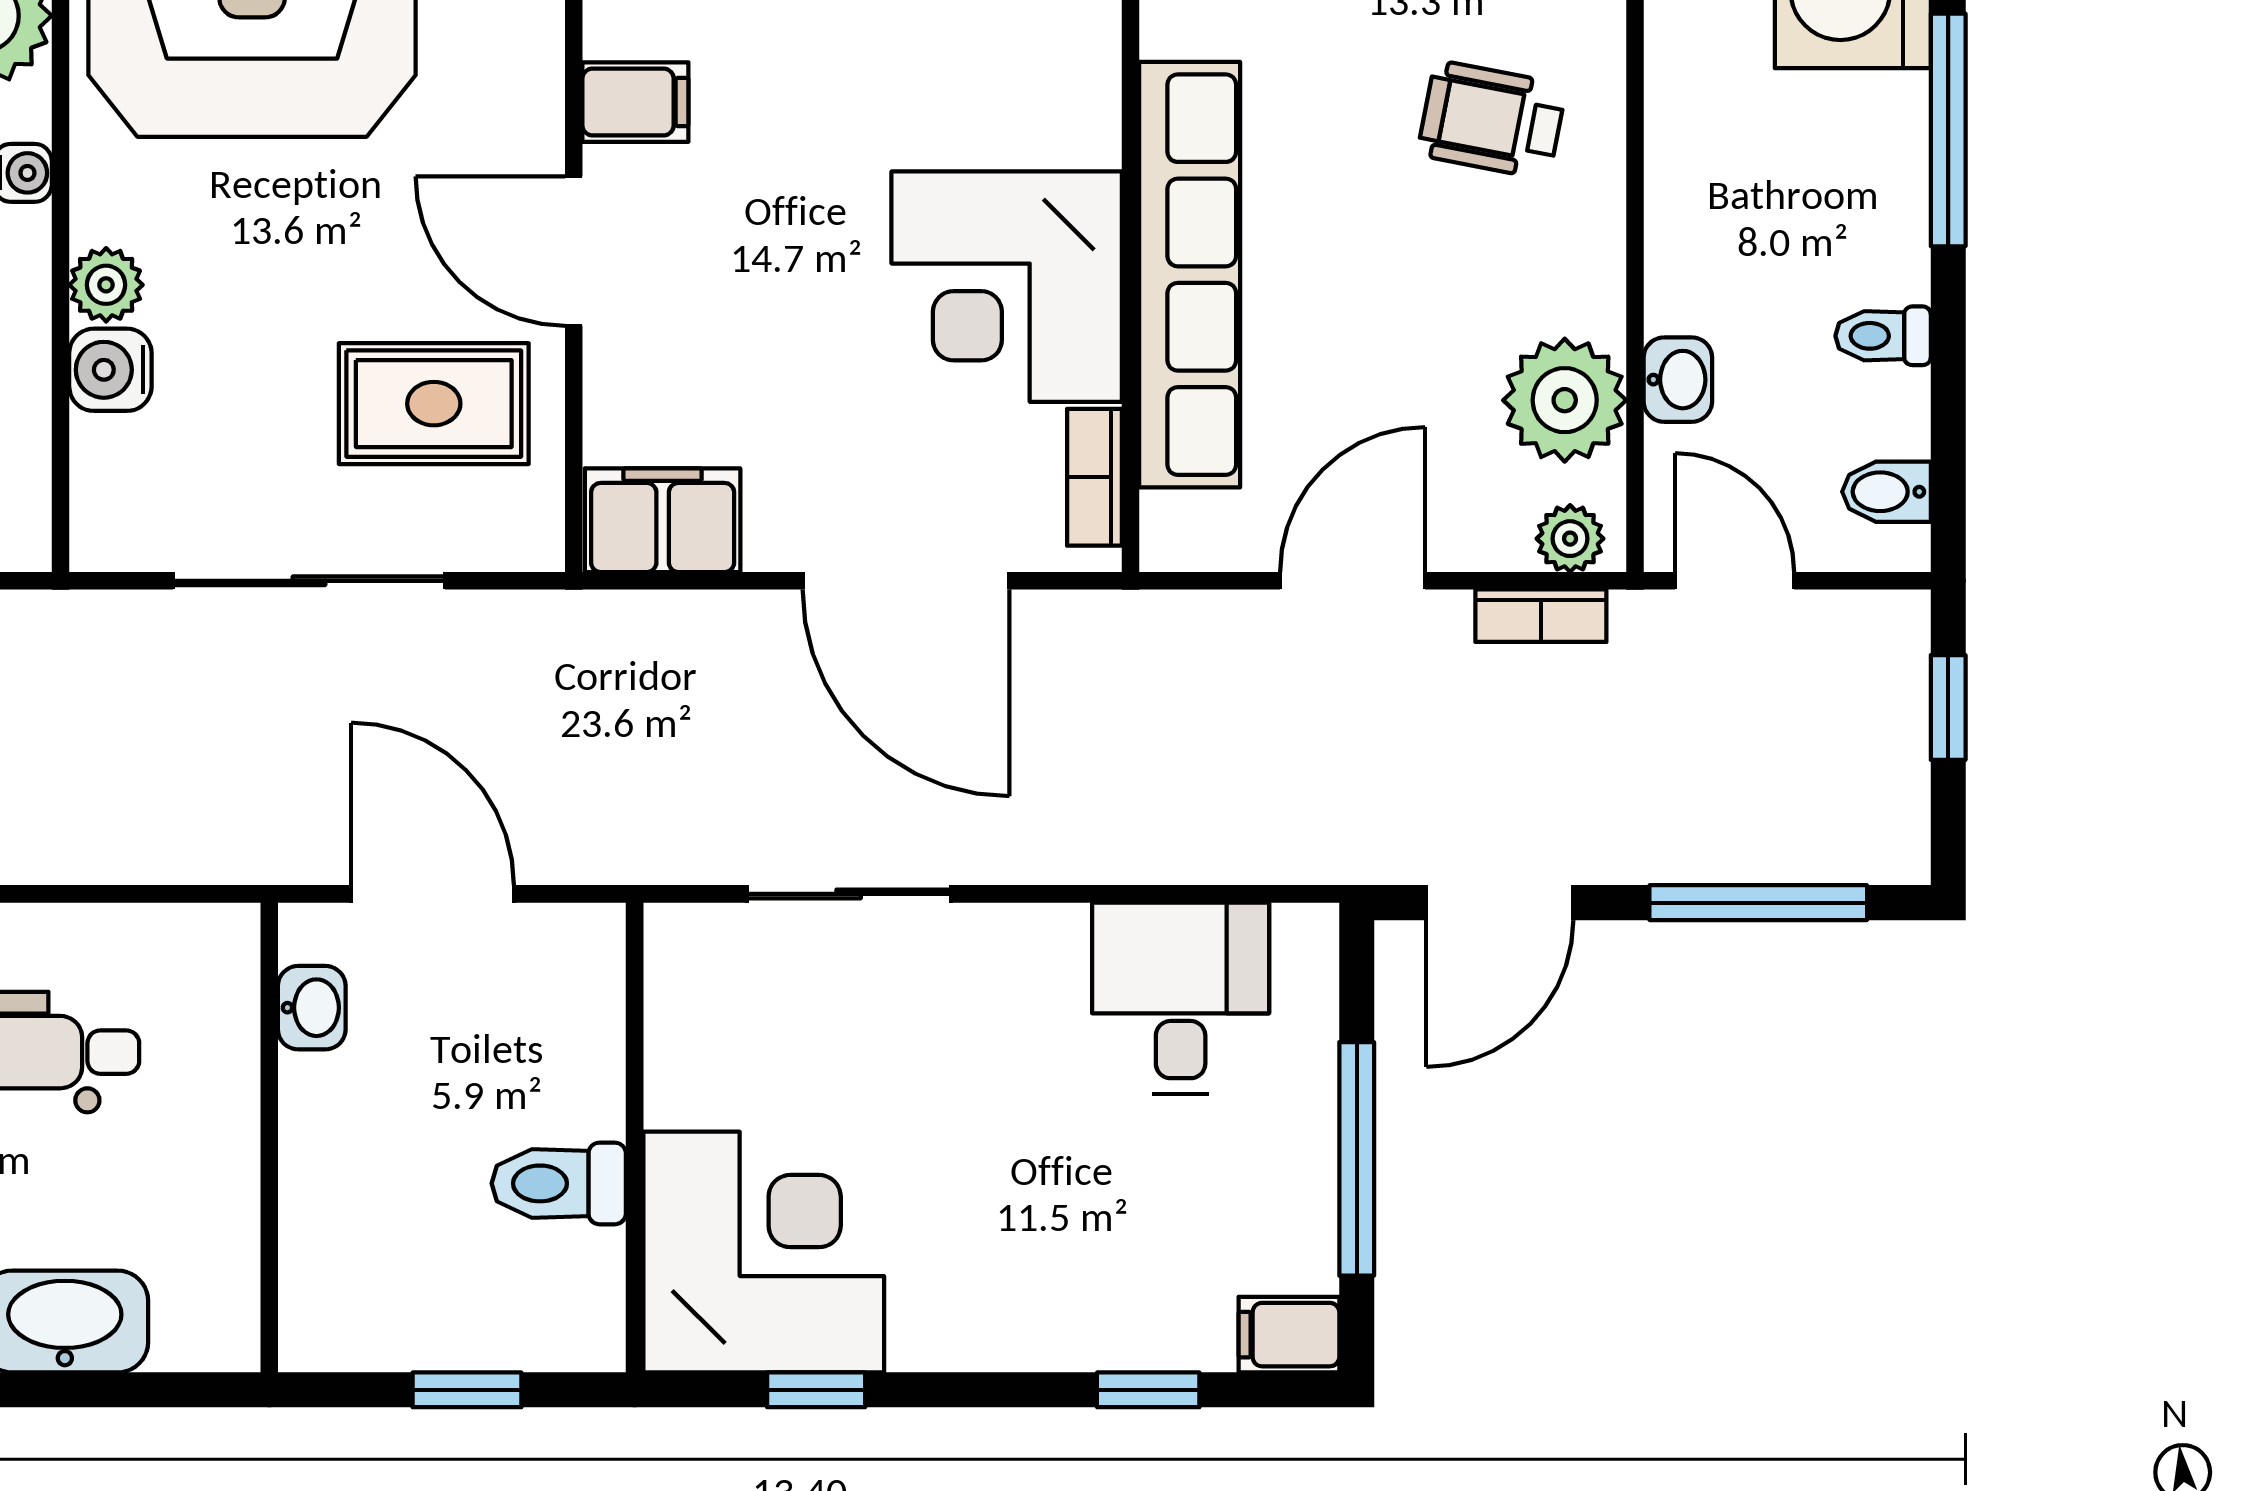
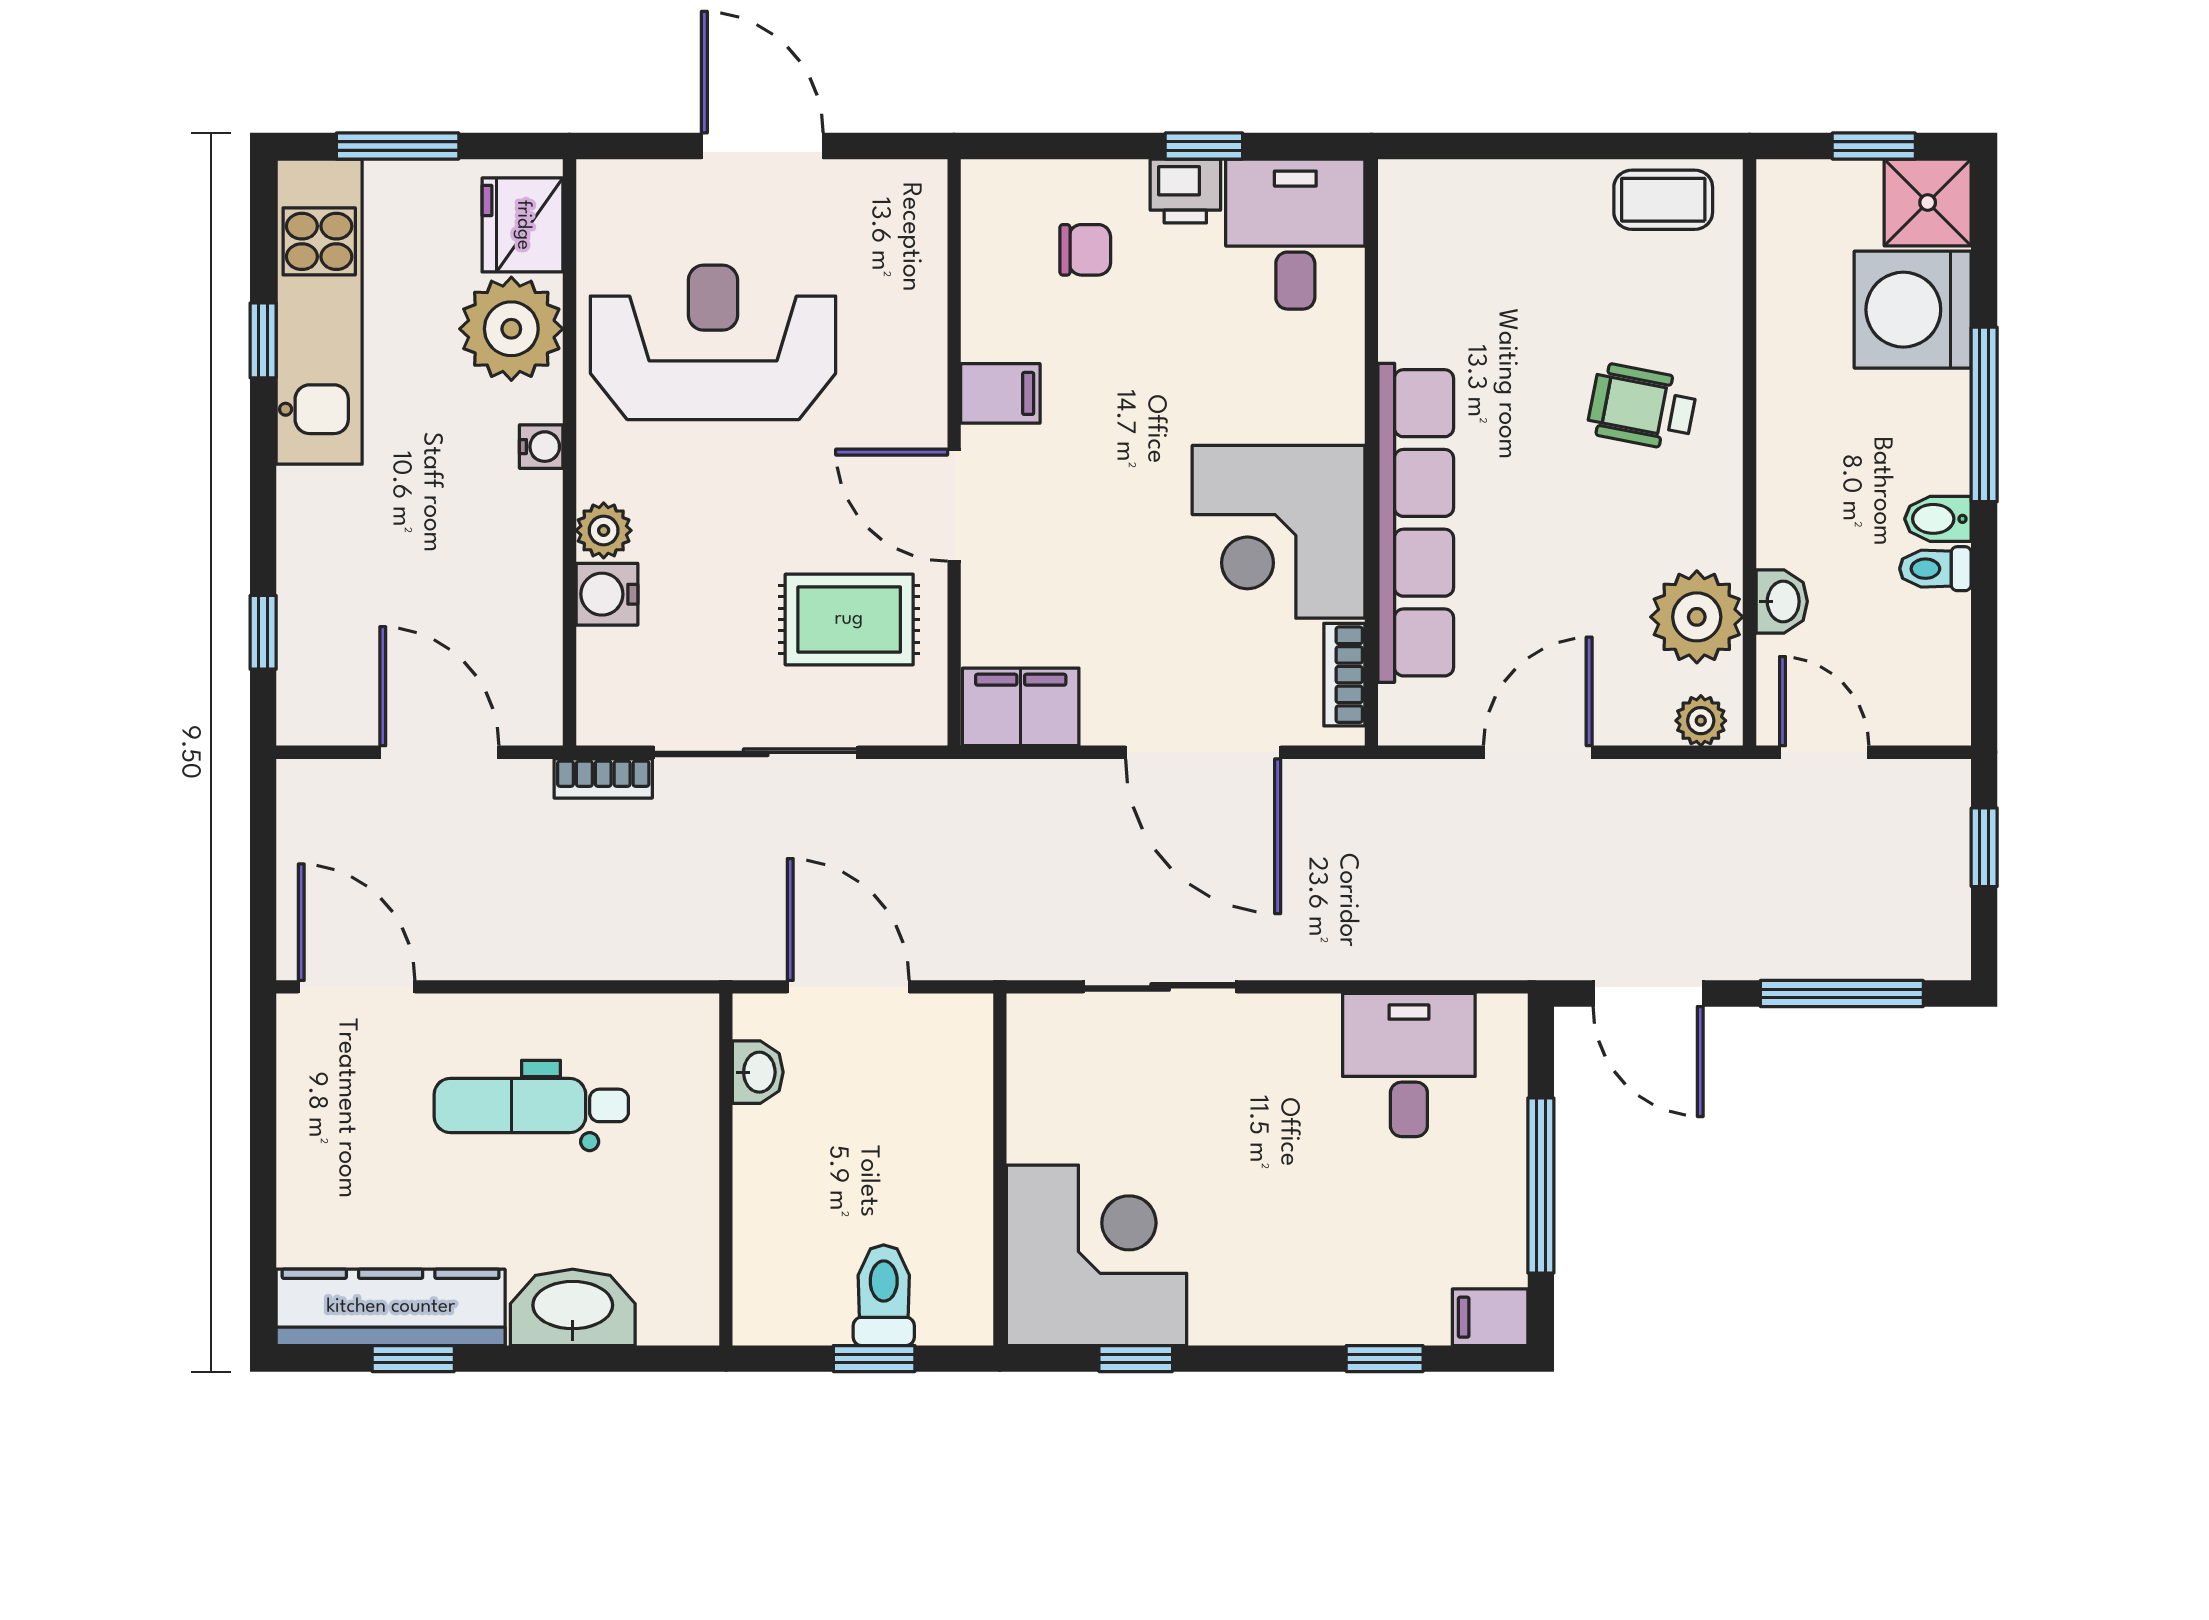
bidet: (1886, 492) -> (1938, 519), moved
bookcase: (1541, 616) -> (603, 778), moved
door: (1500, 903) -> (1648, 993), hinge flipped
toilet: (559, 1183) -> (884, 1295), moved, turned 90

